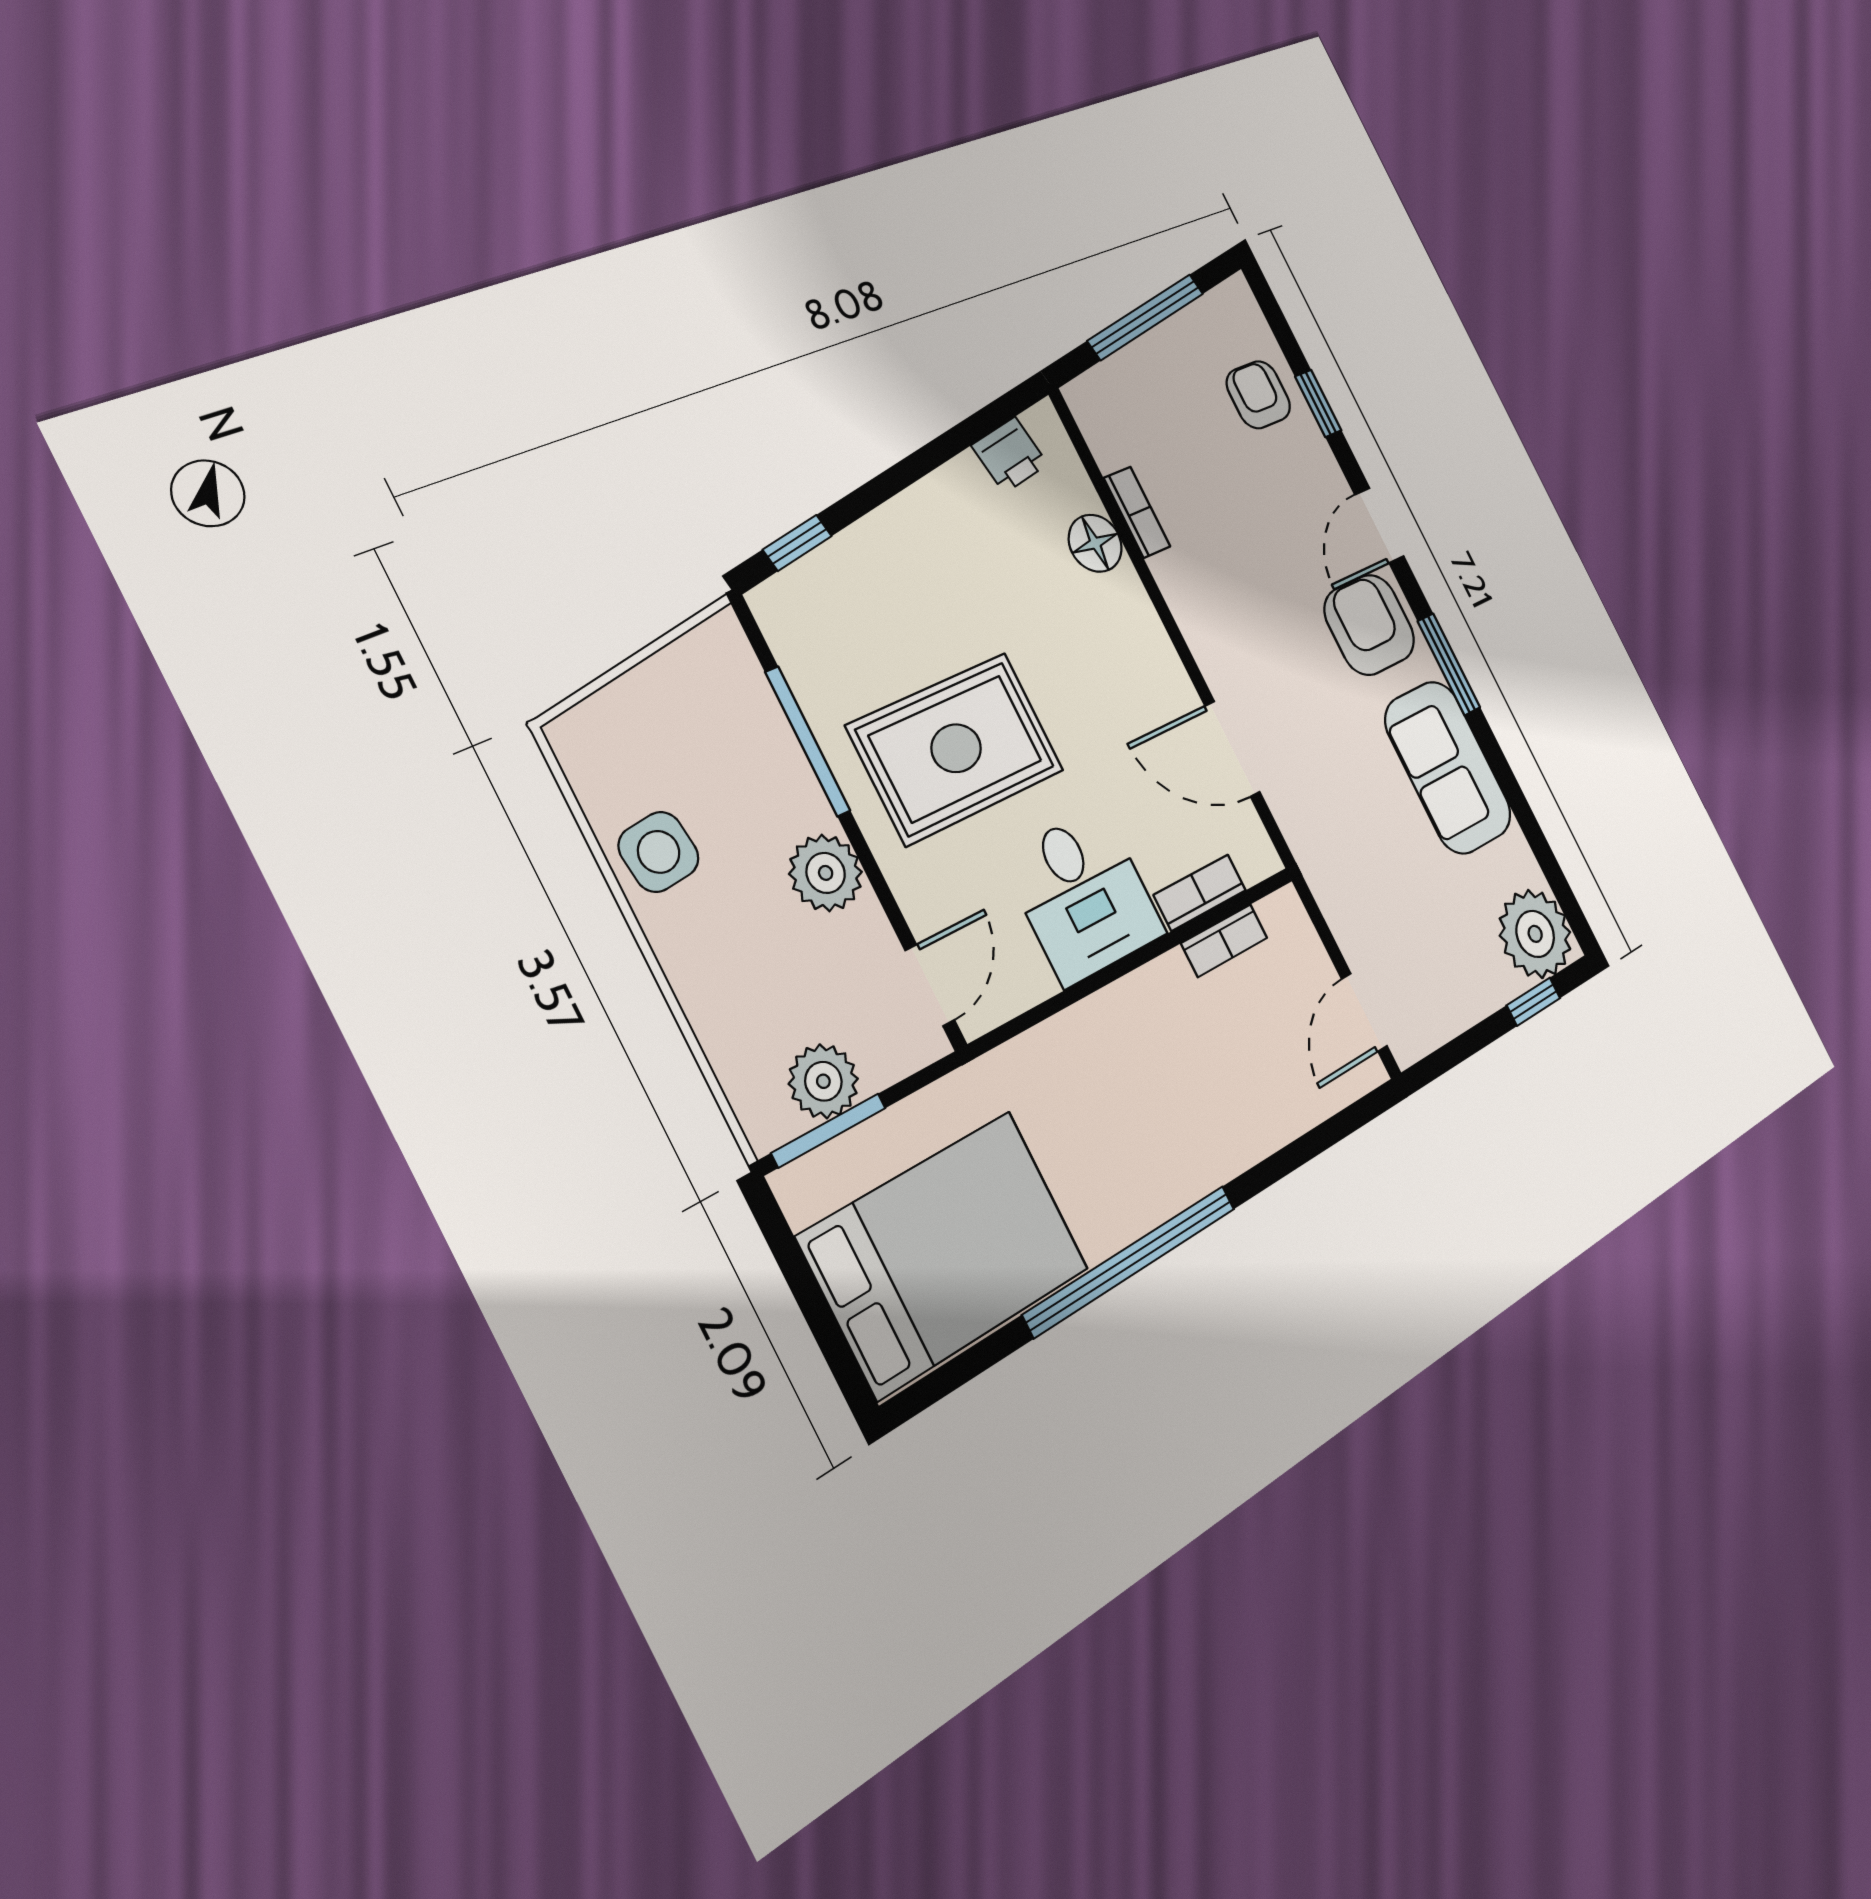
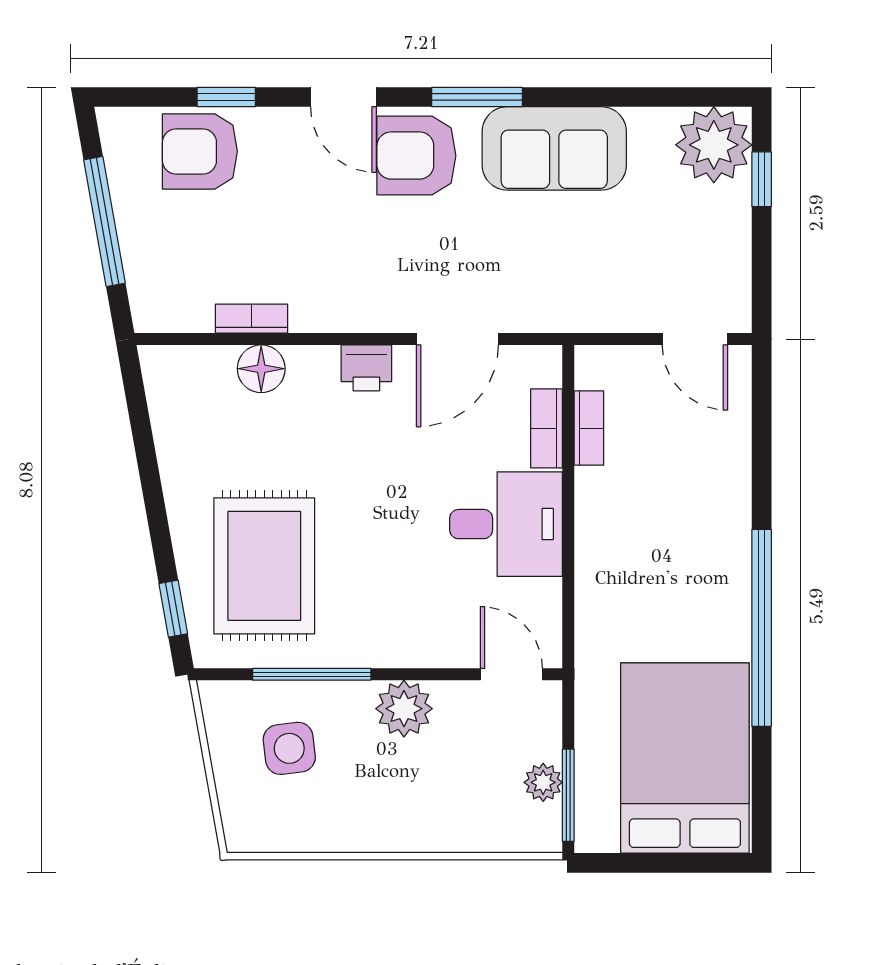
armchair: (1258, 395) -> (200, 151), width x1.38, depth x1.38
printer: (1010, 455) -> (366, 368), moved, turned 100
rug: (956, 748) -> (264, 566), moved
side table: (659, 852) -> (289, 748), moved
plant: (823, 1081) -> (543, 782), width x0.73, depth x0.73

